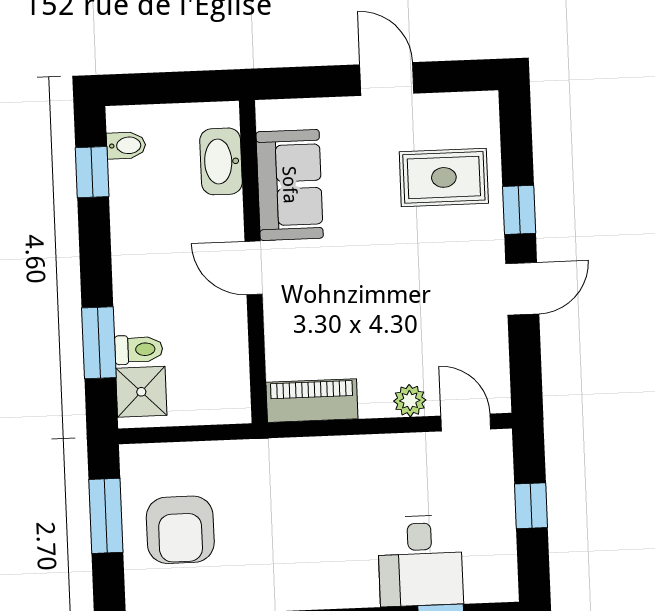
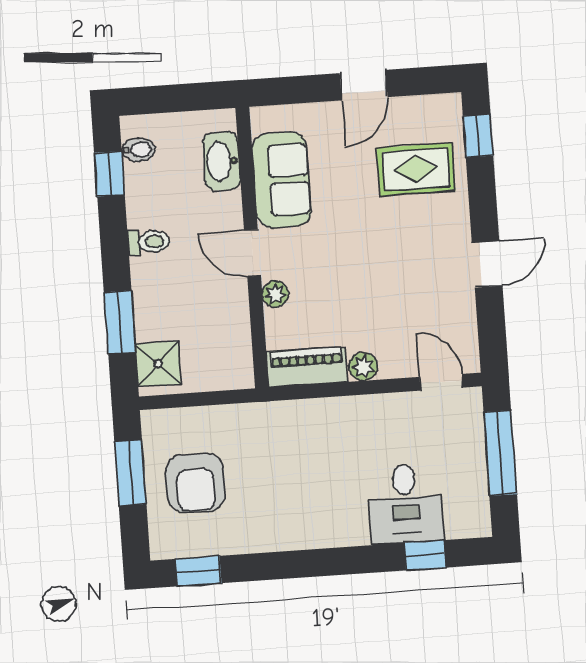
door: (387, 79) -> (364, 85), swing flipped
window: (519, 210) -> (478, 136), moved
plant: (278, 316) -> (275, 294), added
toilet: (139, 349) -> (149, 242), moved
plant: (410, 401) -> (363, 367), moved
window: (531, 506) -> (500, 453), width x2.17

